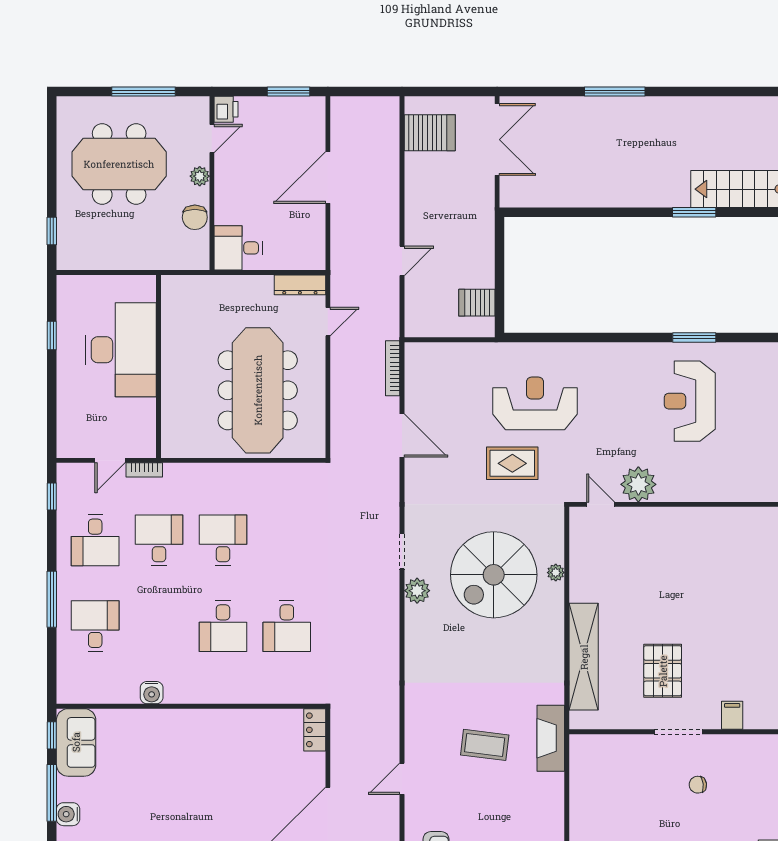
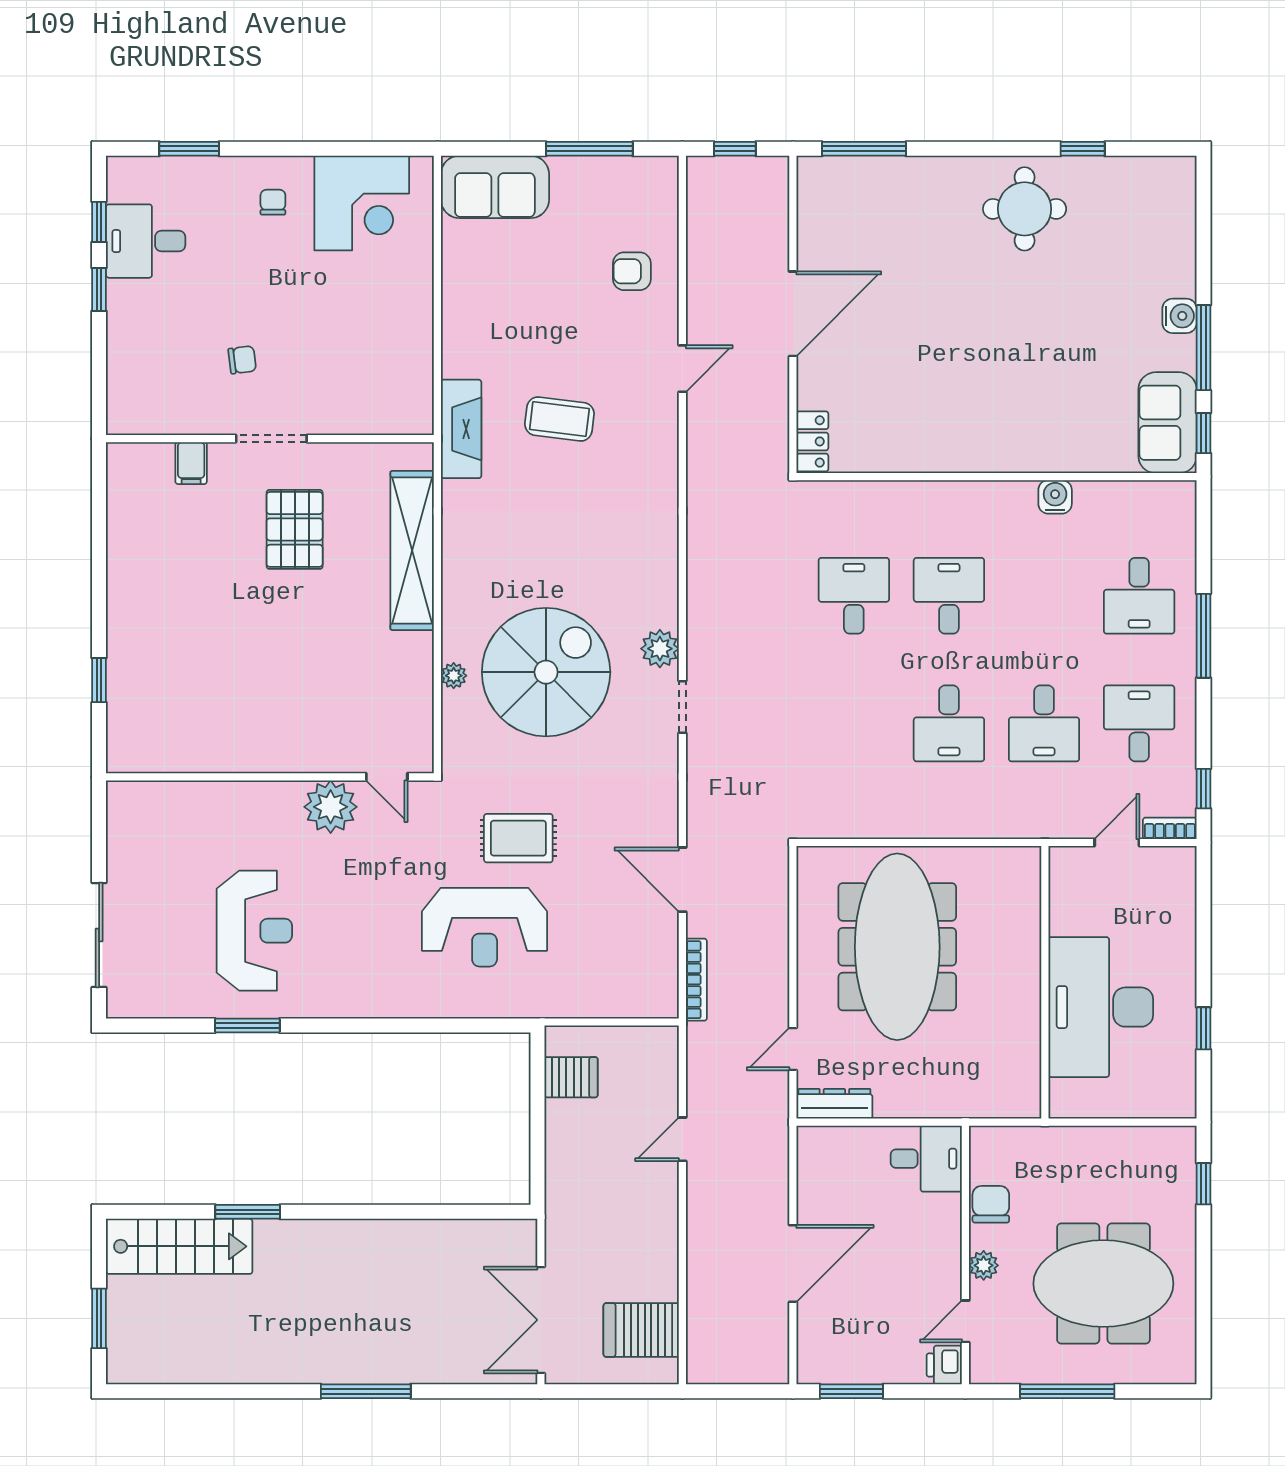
bookcase: (144, 470) -> (1170, 828), moved

